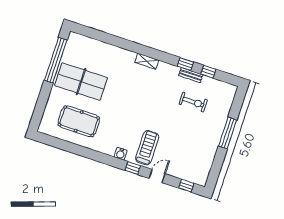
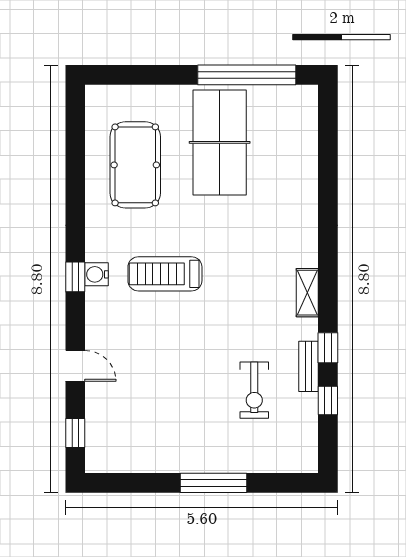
shelving: (147, 61) -> (307, 293), moved
treadmill: (147, 148) -> (165, 274), moved, turned 180
window: (133, 168) -> (75, 277), moved

